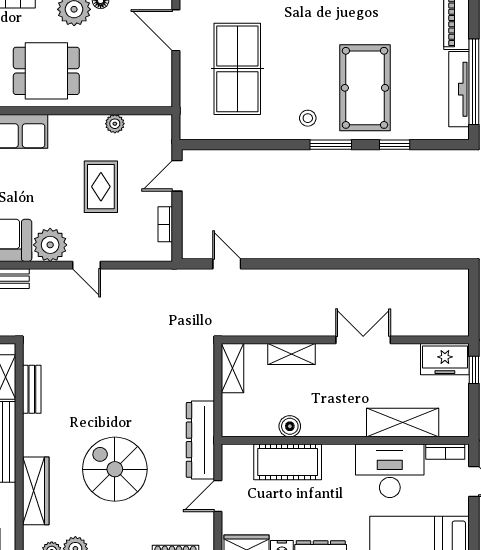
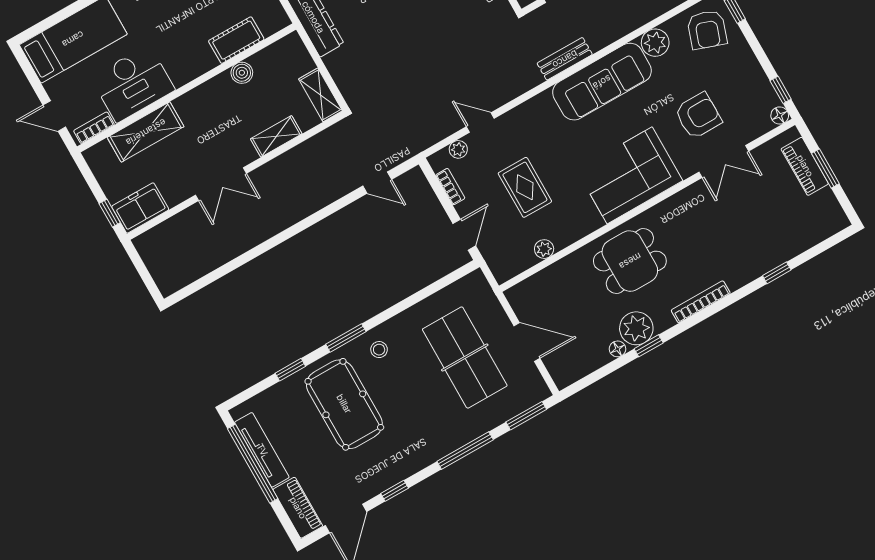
door: (176, 30) -> (527, 342), moved
plant: (50, 245) -> (458, 149), moved, width x0.53, depth x0.53
door: (87, 265) -> (480, 123), moved
cot: (288, 462) -> (236, 40), width x0.73, depth x0.75

